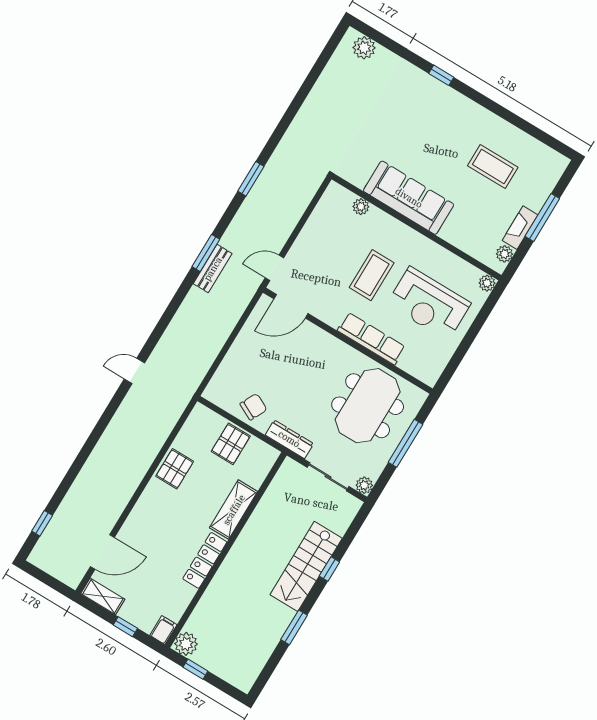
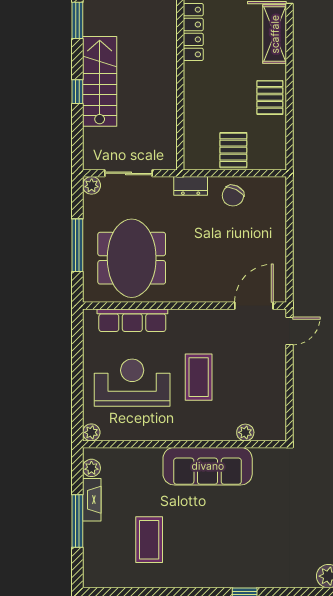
coffee table: (493, 167) -> (149, 540), turned 90
row of seats: (371, 339) -> (132, 320), moved
dresser: (289, 439) -> (191, 186), width x0.70
shelving: (234, 510) -> (275, 34), moved

